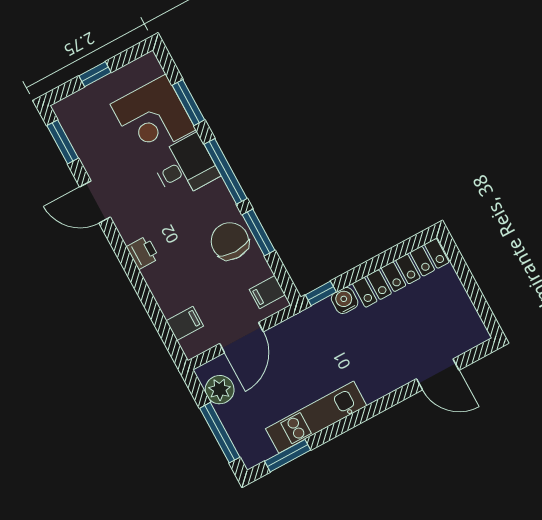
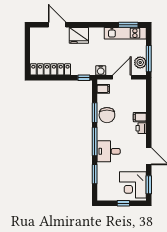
corner desk: (153, 117) -> (133, 185), moved, turned 180
water cooler: (345, 300) -> (101, 70), moved
filing cabinet: (185, 323) -> (140, 117), moved
fridge: (380, 377) -> (79, 35), added
kitchen unit: (316, 417) -> (125, 33), moved
window: (220, 433) -> (149, 59), moved

